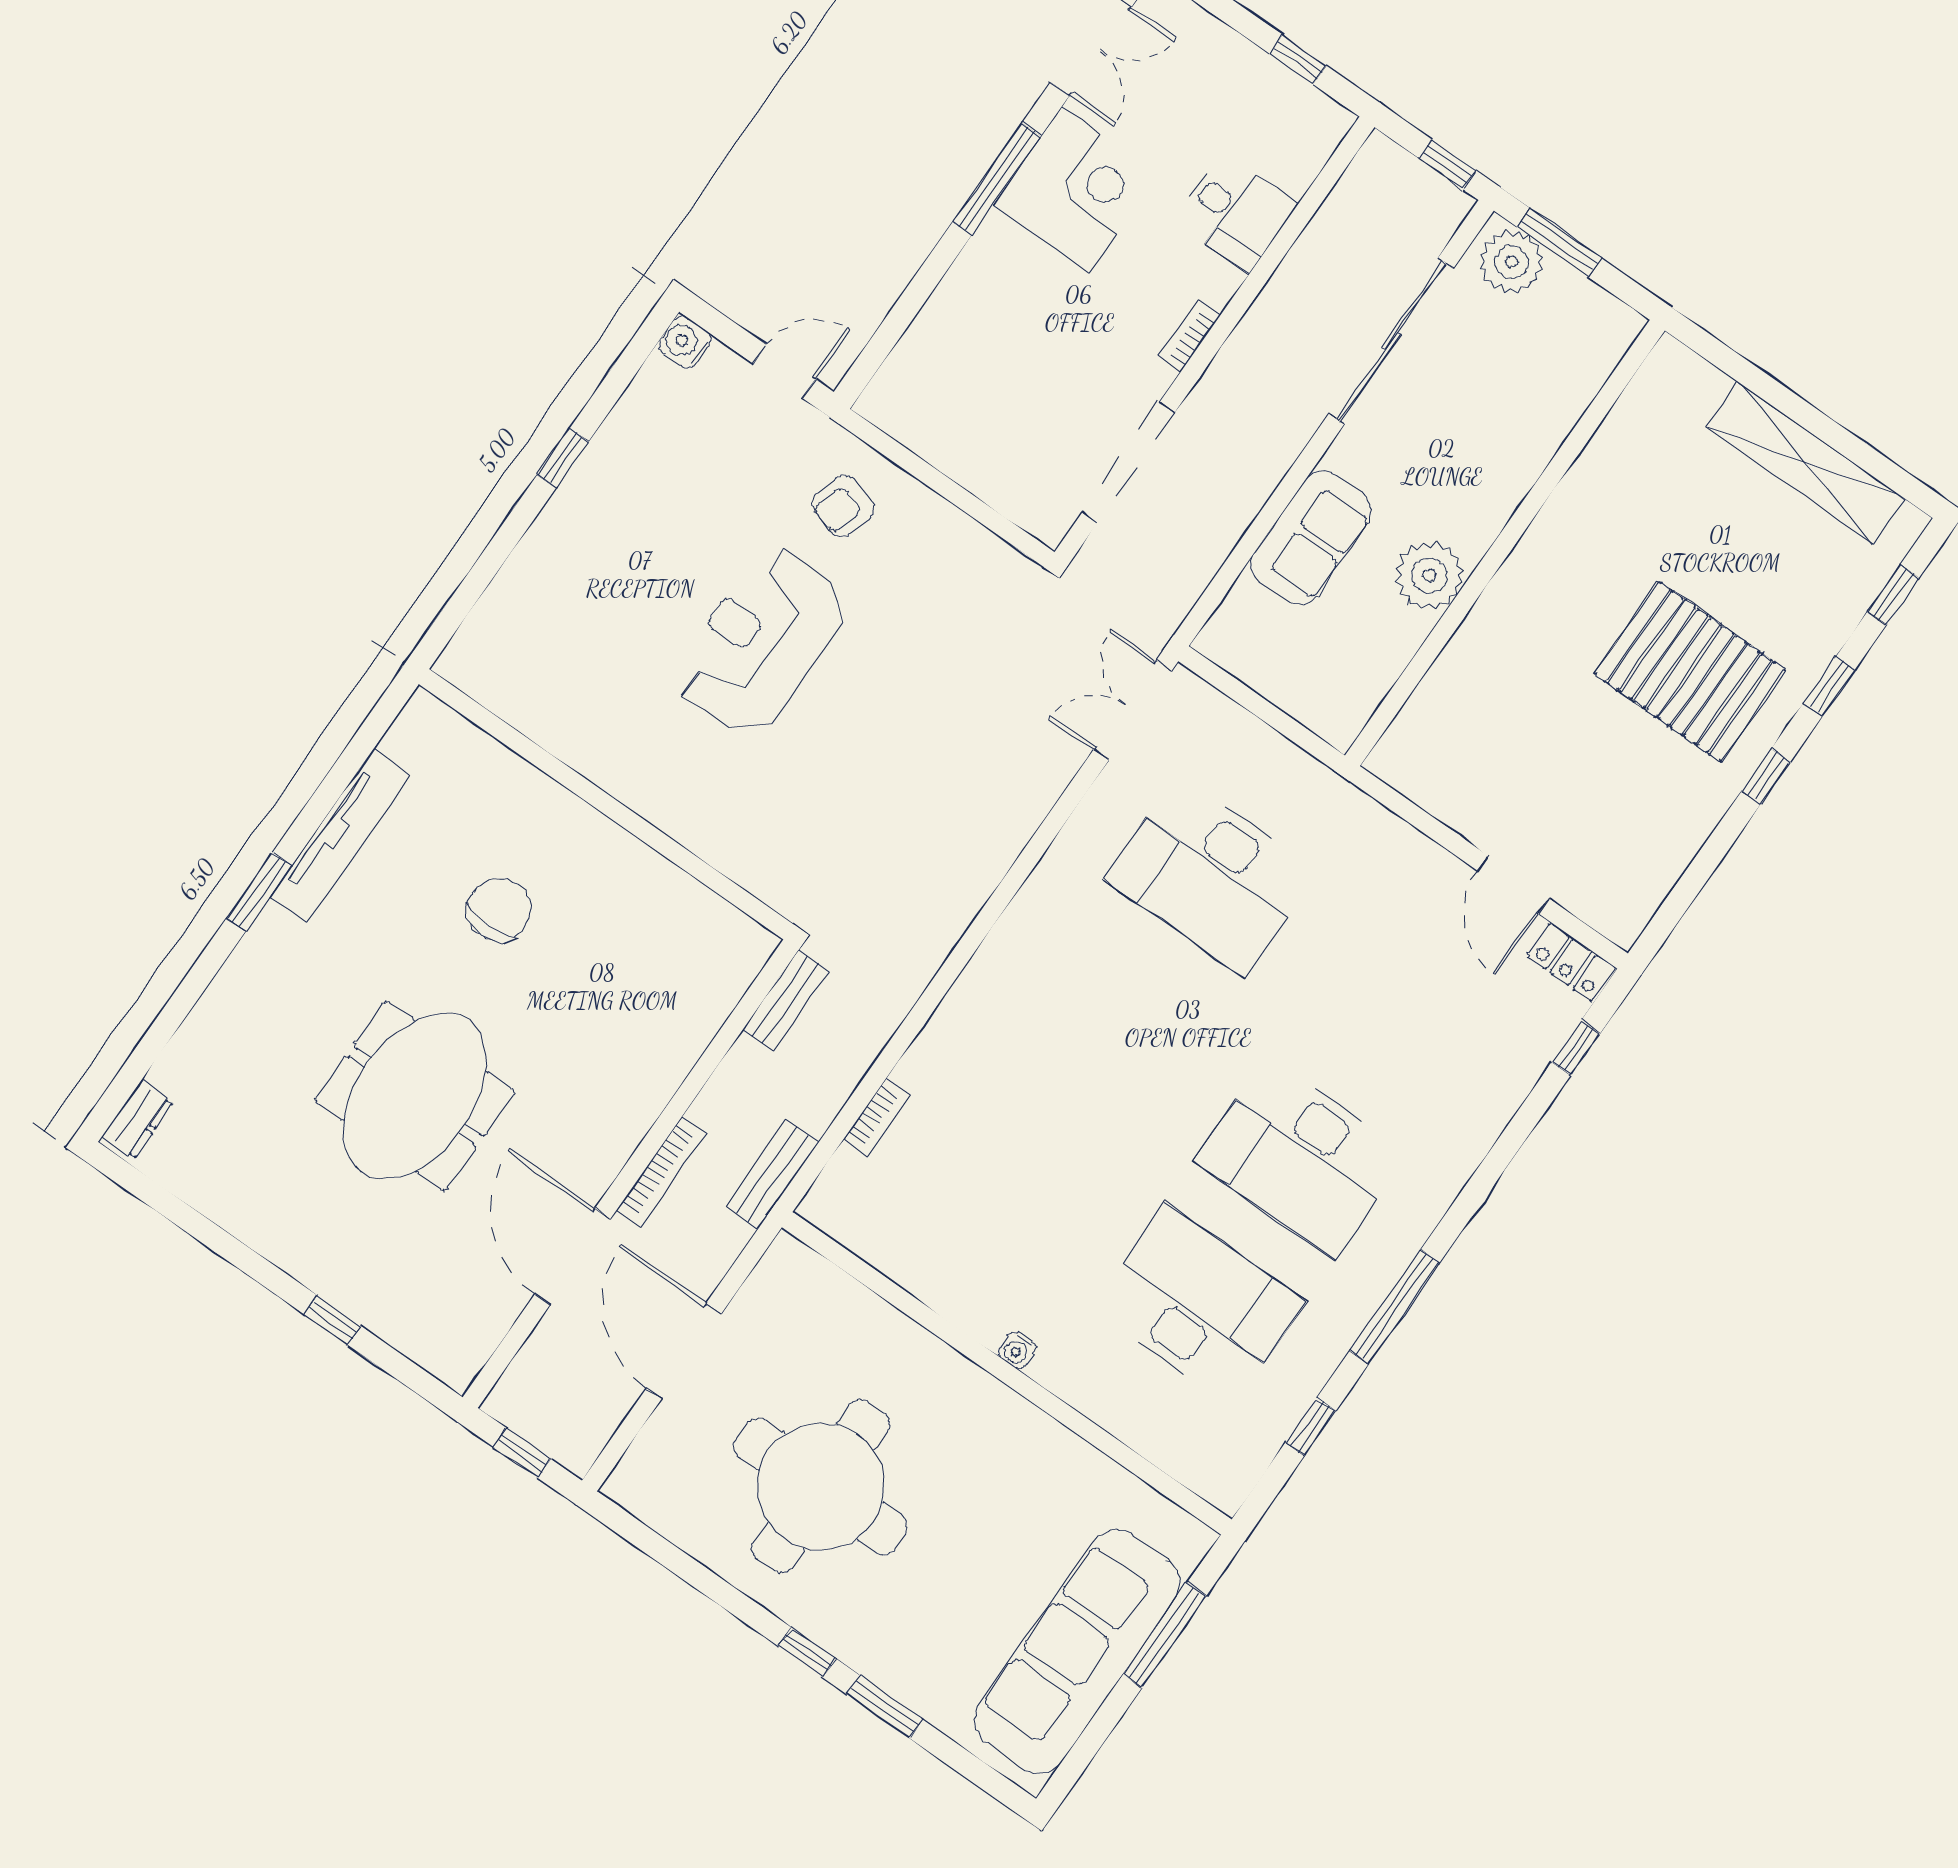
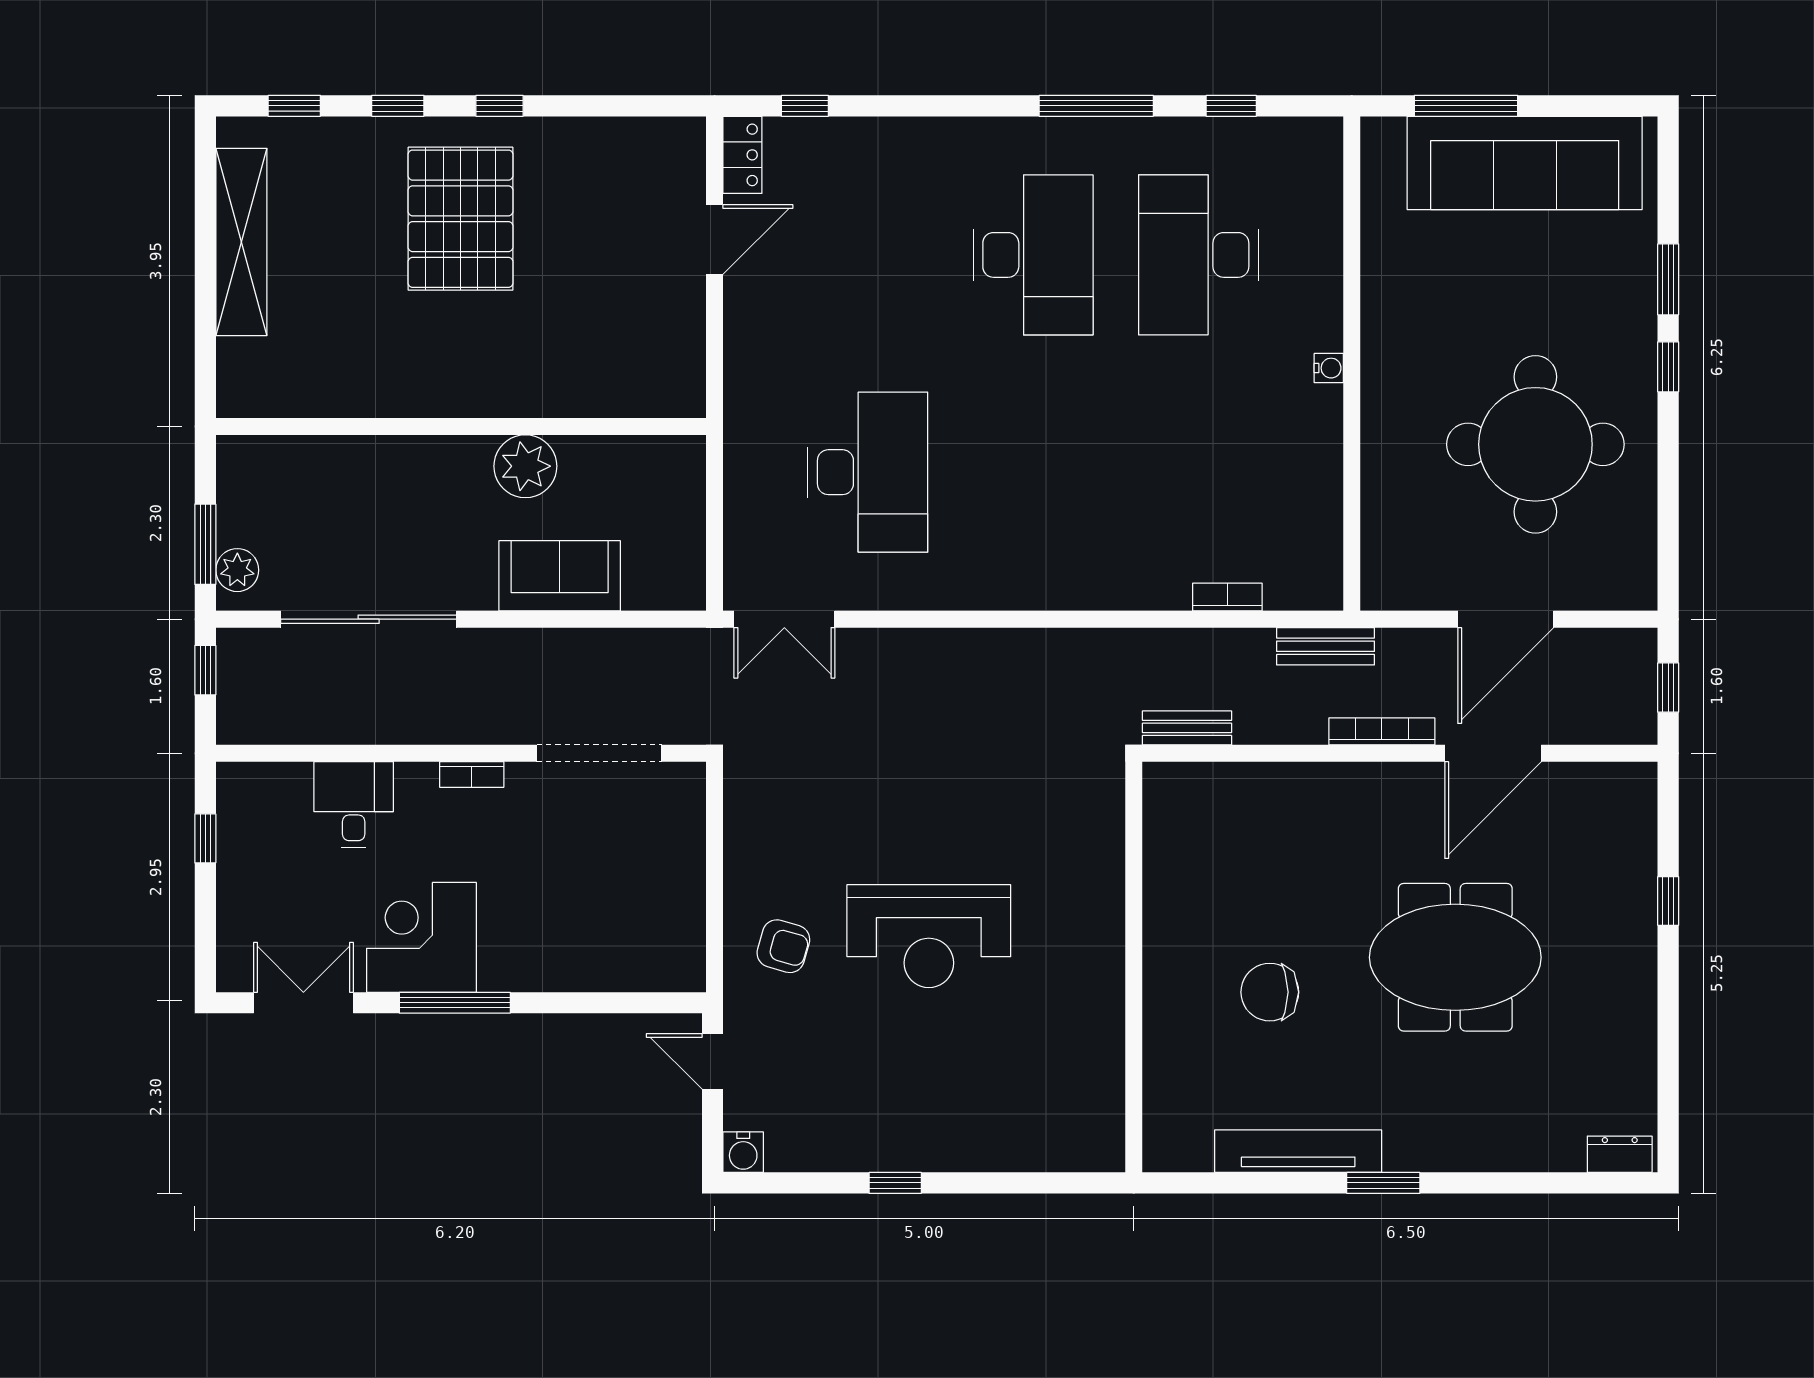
plant: (1512, 262) -> (237, 570), width x0.73, depth x0.73

